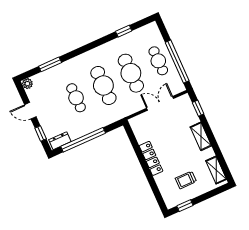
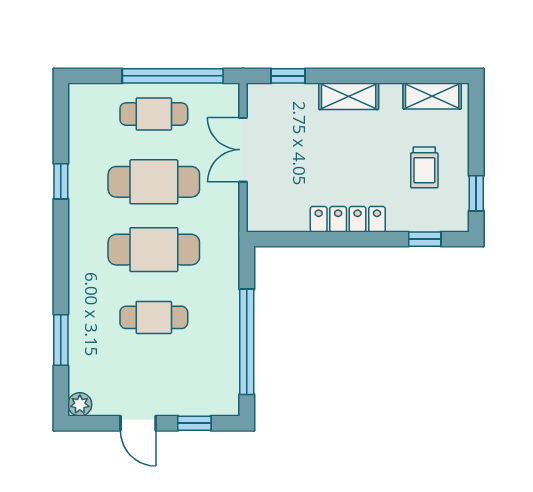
window: (124, 31) -> (61, 181), moved
door: (30, 111) -> (138, 423), hinge flipped
dresser: (60, 141) -> (227, 390), removed
window: (157, 193) -> (425, 239), added

